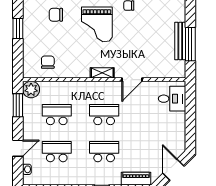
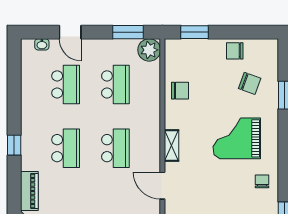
chair: (56, 15) -> (250, 83), turned 110
chair: (32, 26) -> (235, 51), added
window: (18, 28) -> (194, 32), moved
chair: (48, 62) -> (180, 91), moved

